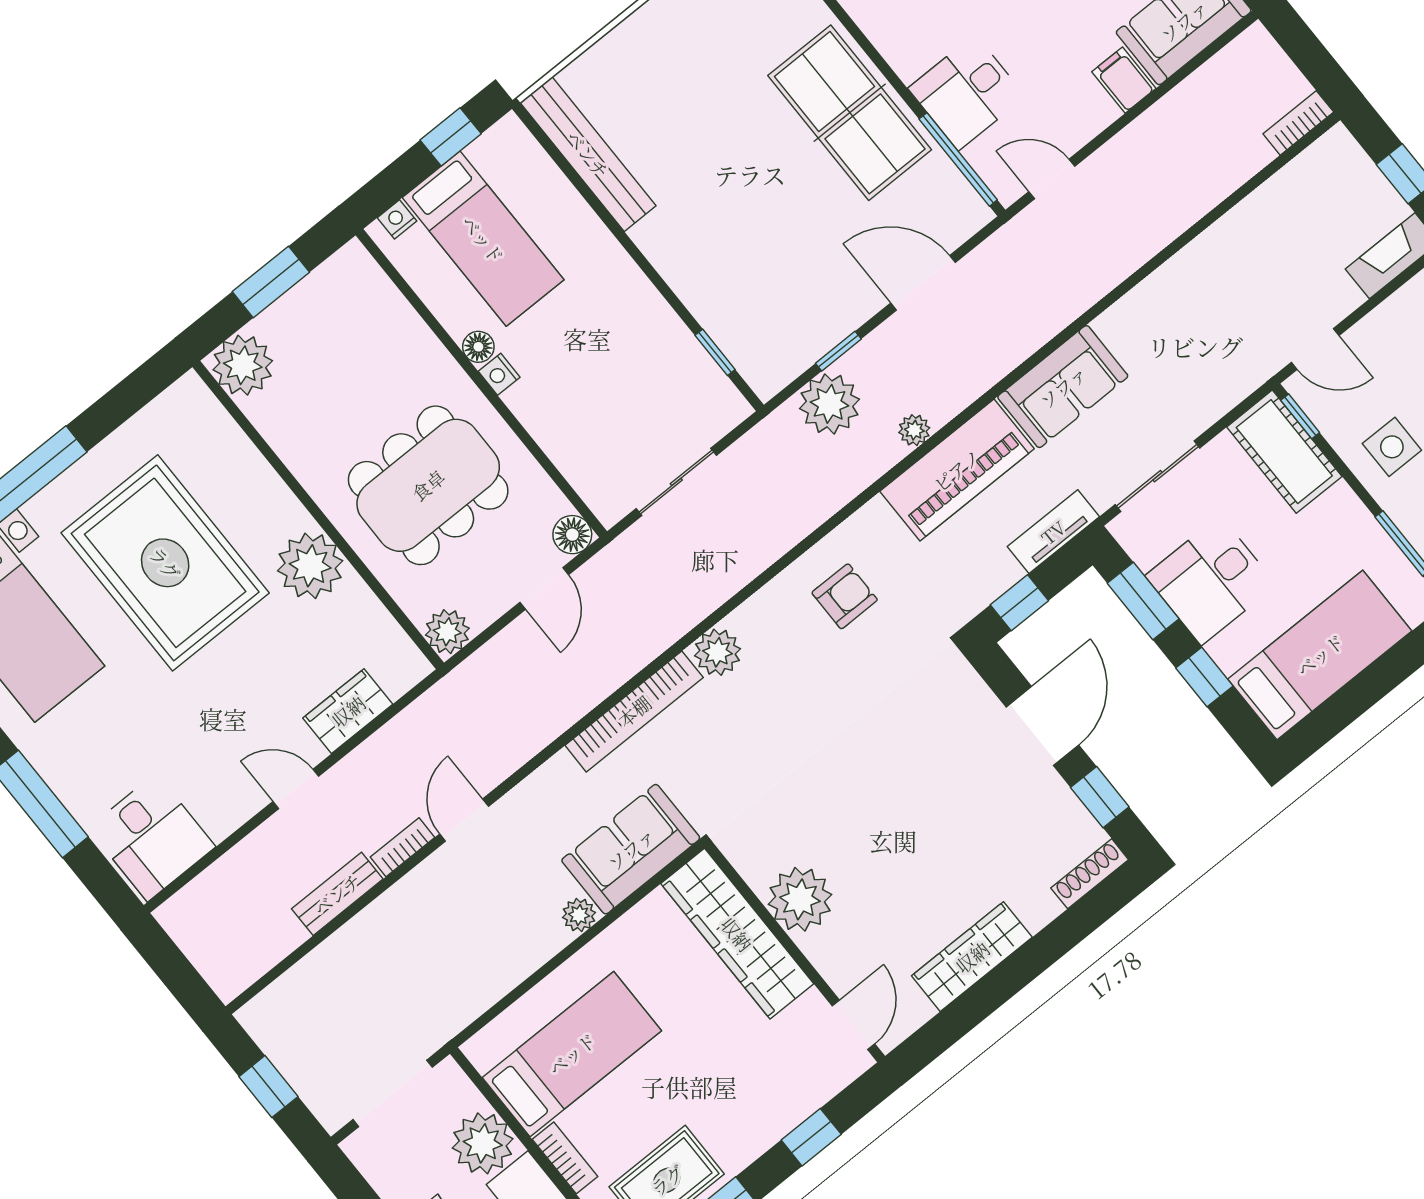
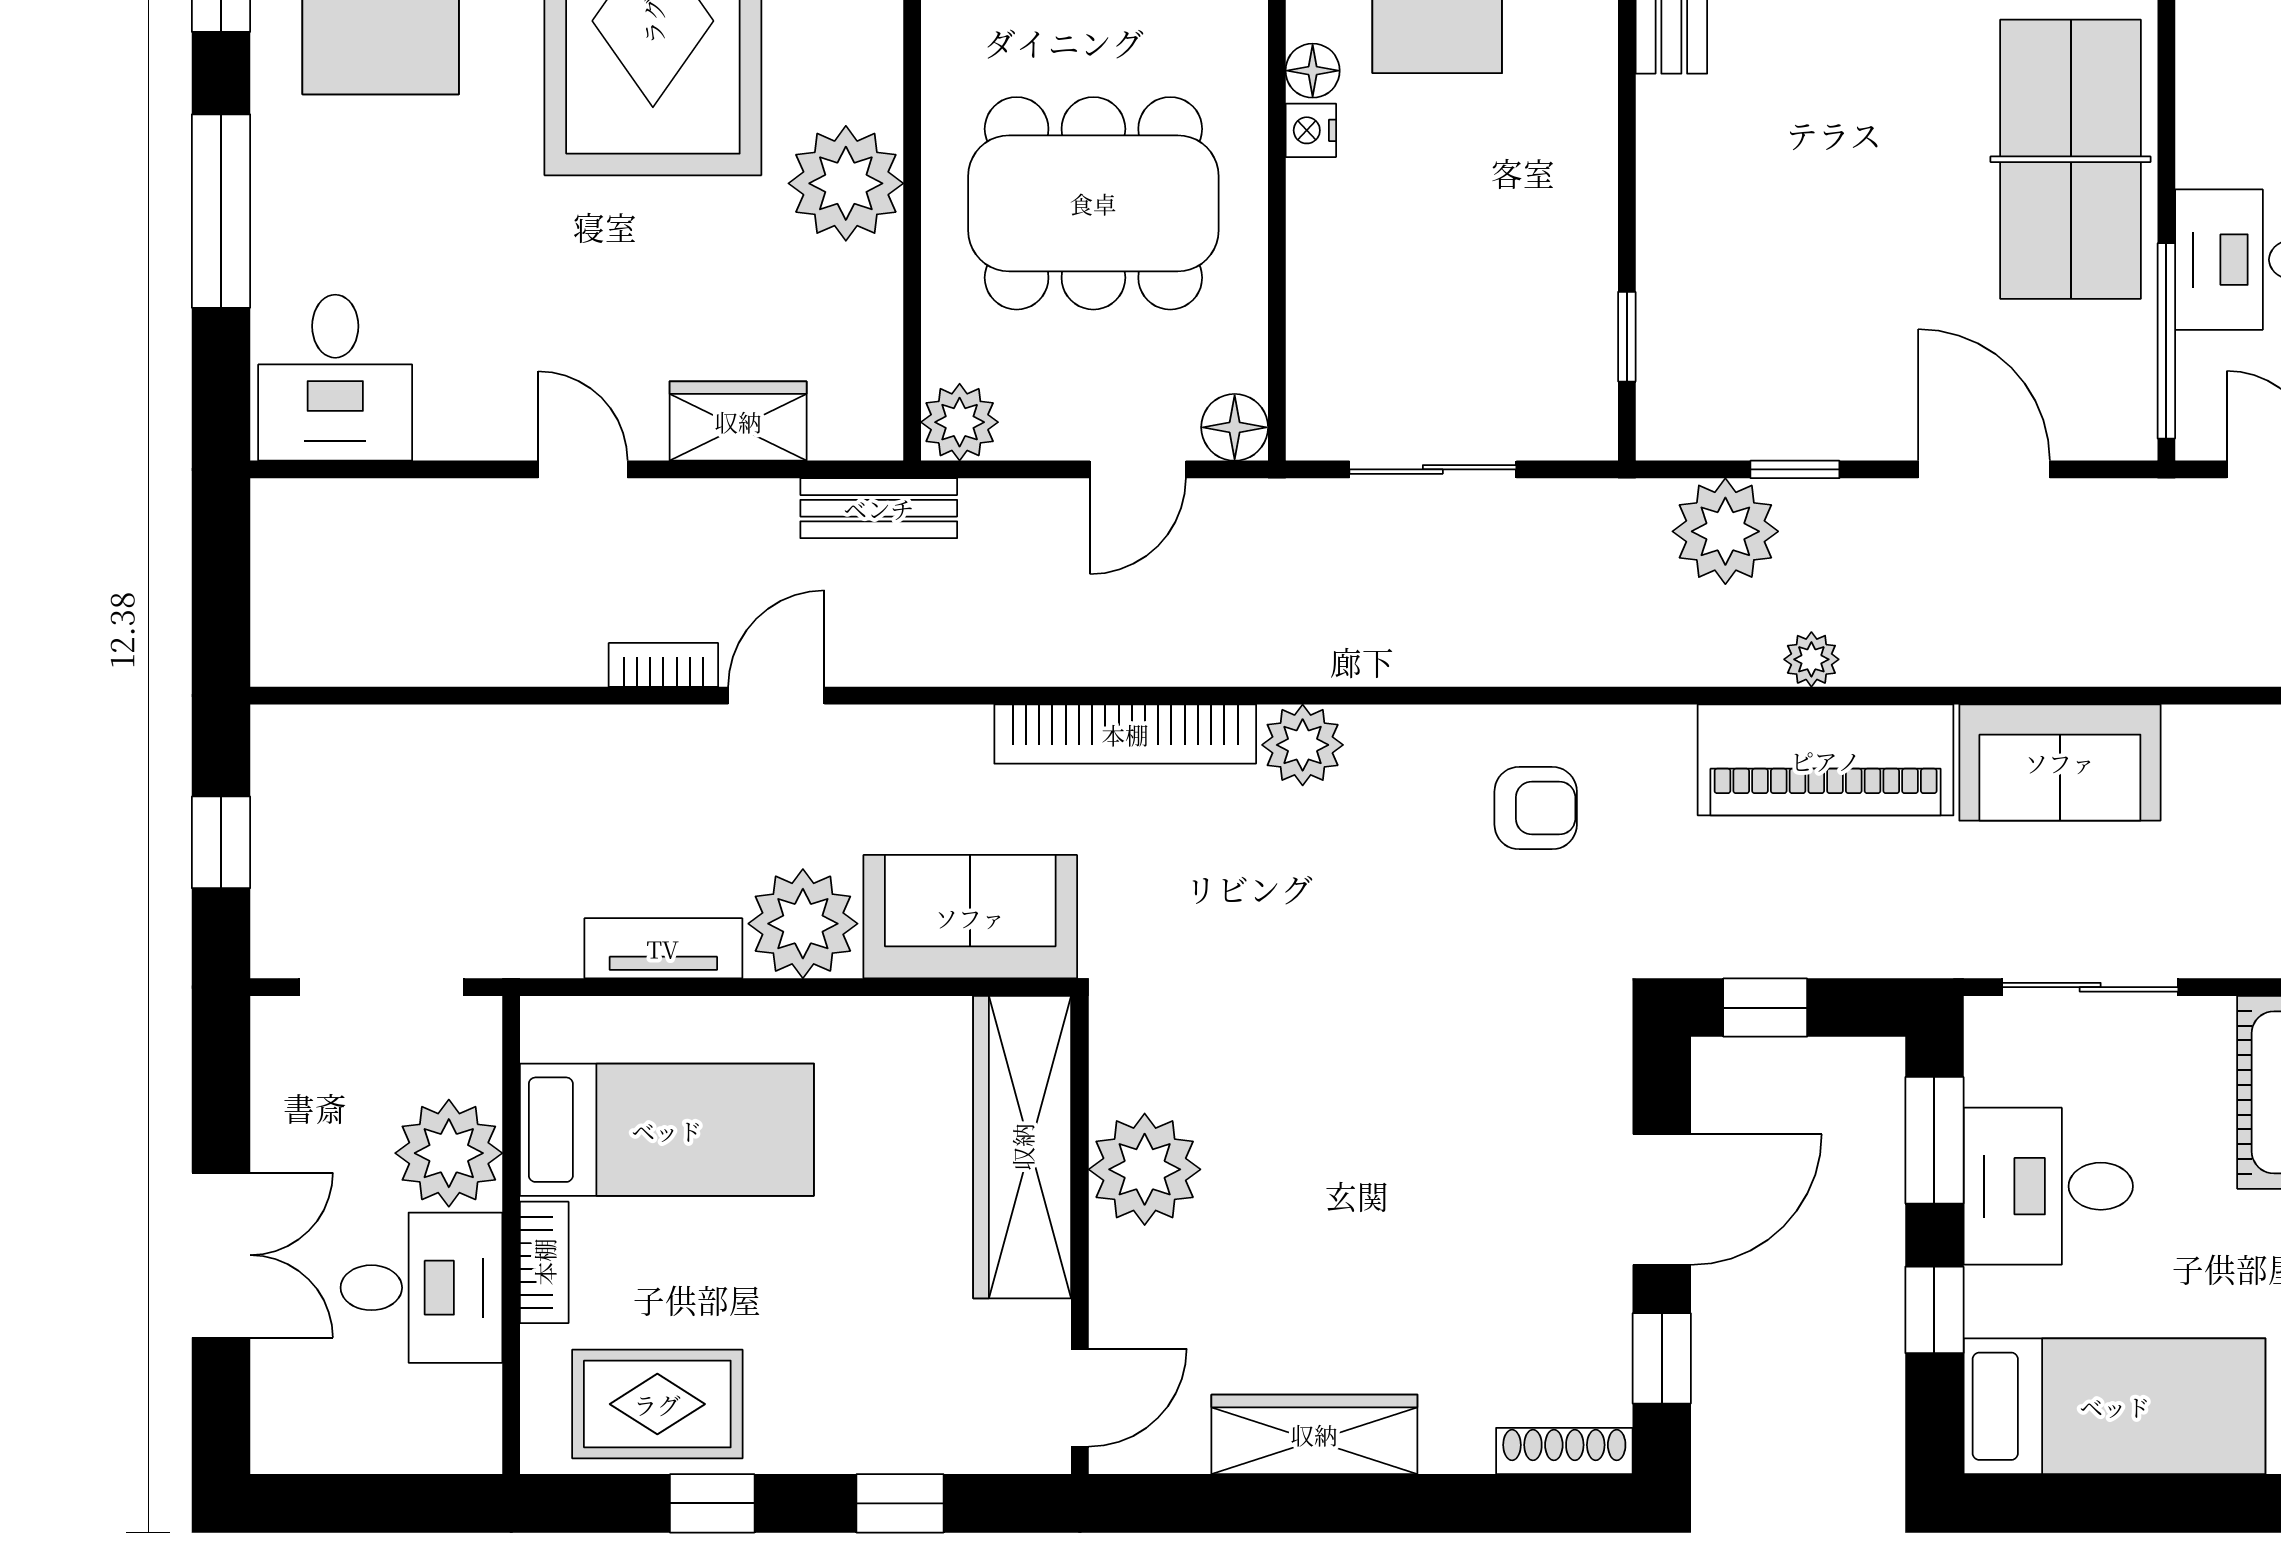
tv unit: (1053, 532) -> (663, 948), moved
bench: (337, 894) -> (879, 508), moved
plant: (579, 915) -> (803, 924), width x1.87, depth x1.87

